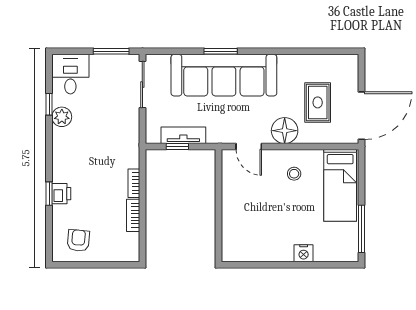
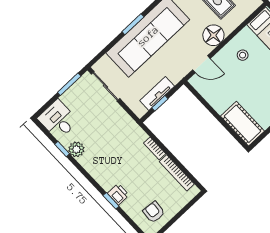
bookcase: (133, 215) -> (177, 173), width x1.56
cot: (235, 236) -> (242, 124), added

